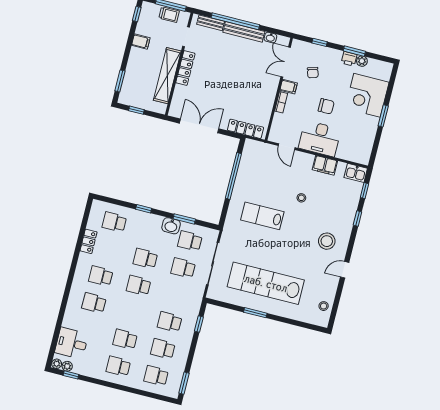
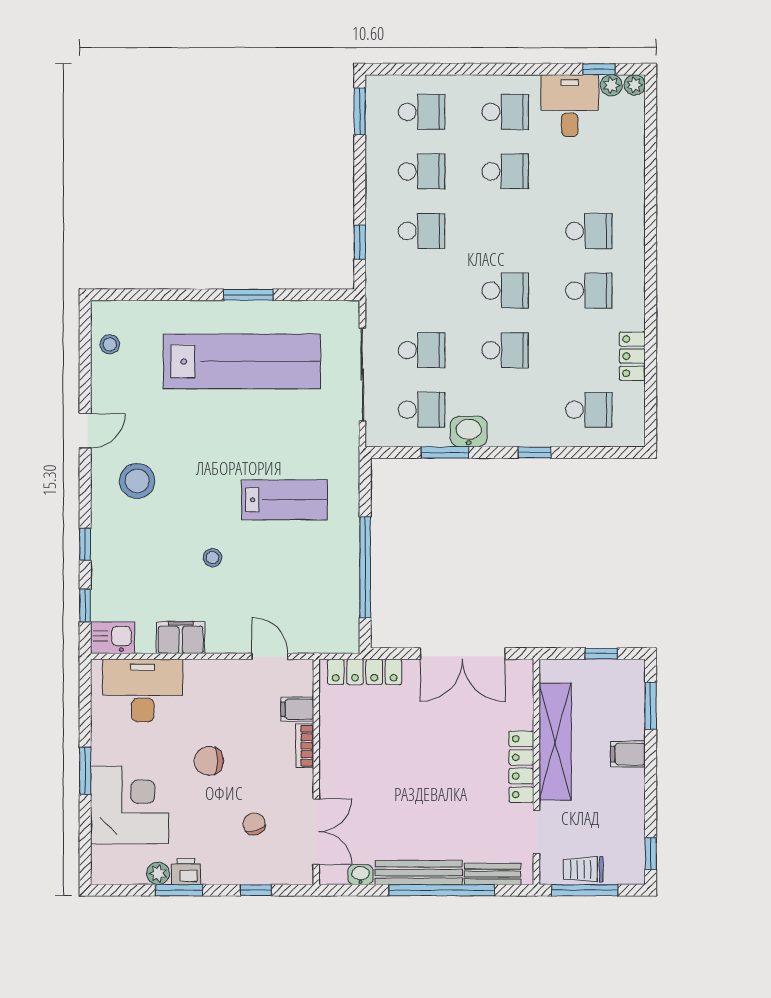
filing cabinet: (141, 42) -> (628, 754), moved
filing cabinet: (289, 87) -> (297, 709), moved
desk: (320, 139) -> (143, 690), moved
desk: (72, 343) -> (570, 106), moved, turned -90

